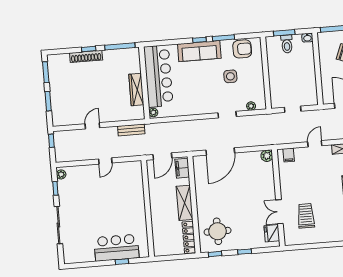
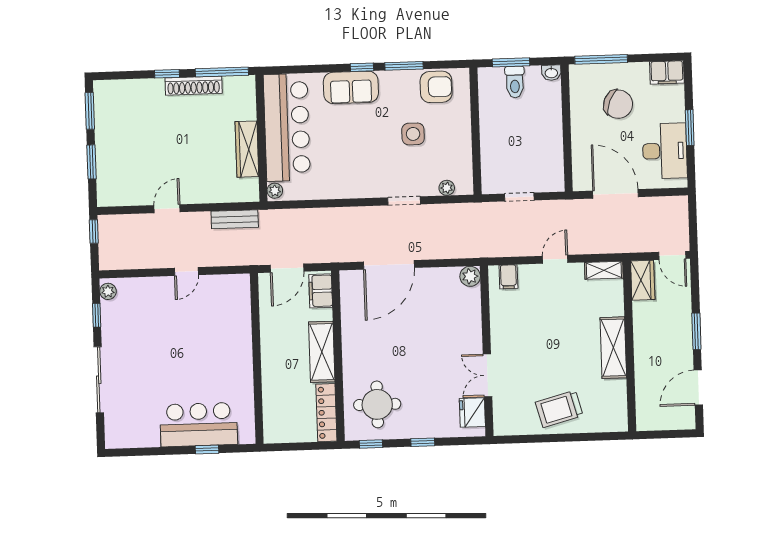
sofa: (199, 51) -> (351, 87), width x0.73
shoe rack: (86, 56) -> (194, 86), moved
trolley: (306, 216) -> (559, 409), moved, turned -105

